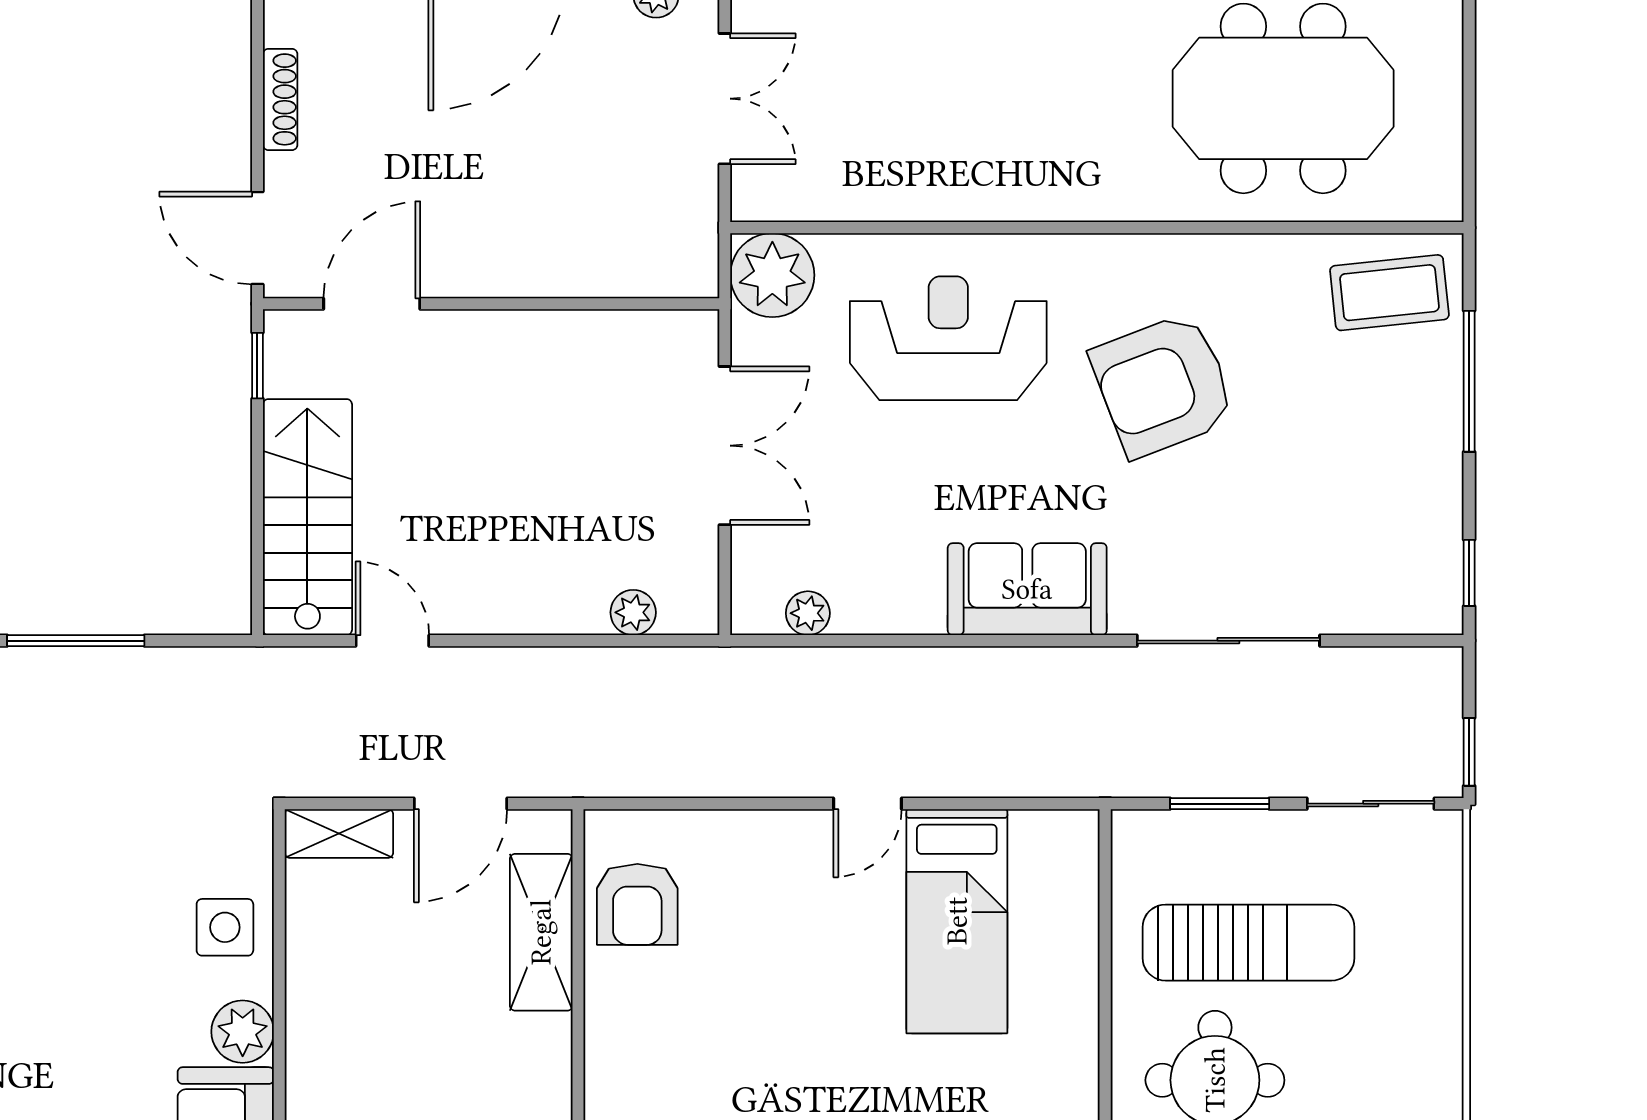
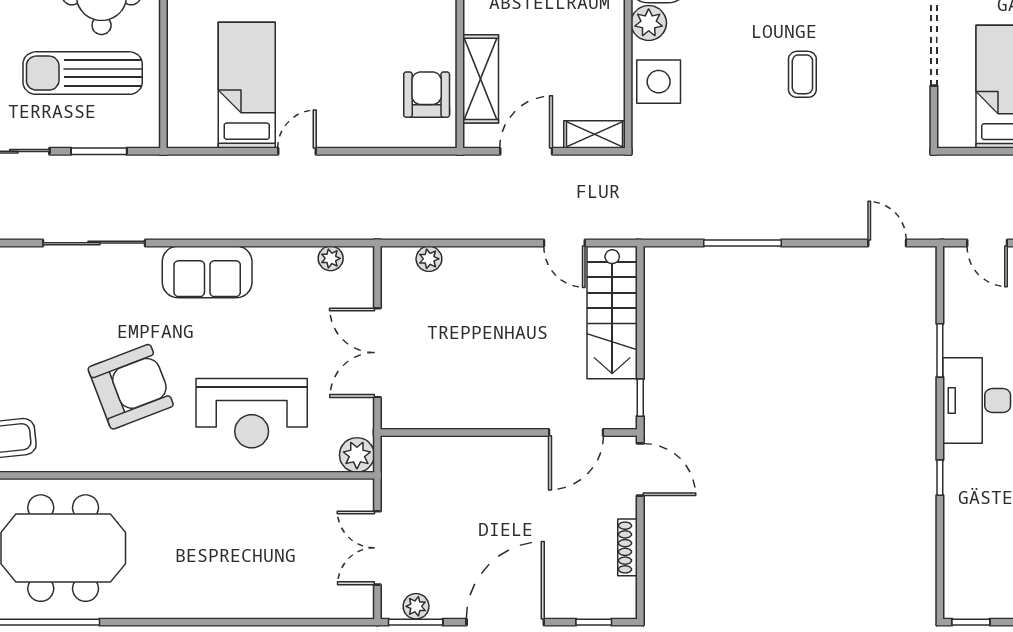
plant: (772, 275) -> (357, 455), width x0.73, depth x0.73
side table: (225, 927) -> (659, 82), width x1.37, depth x1.37

